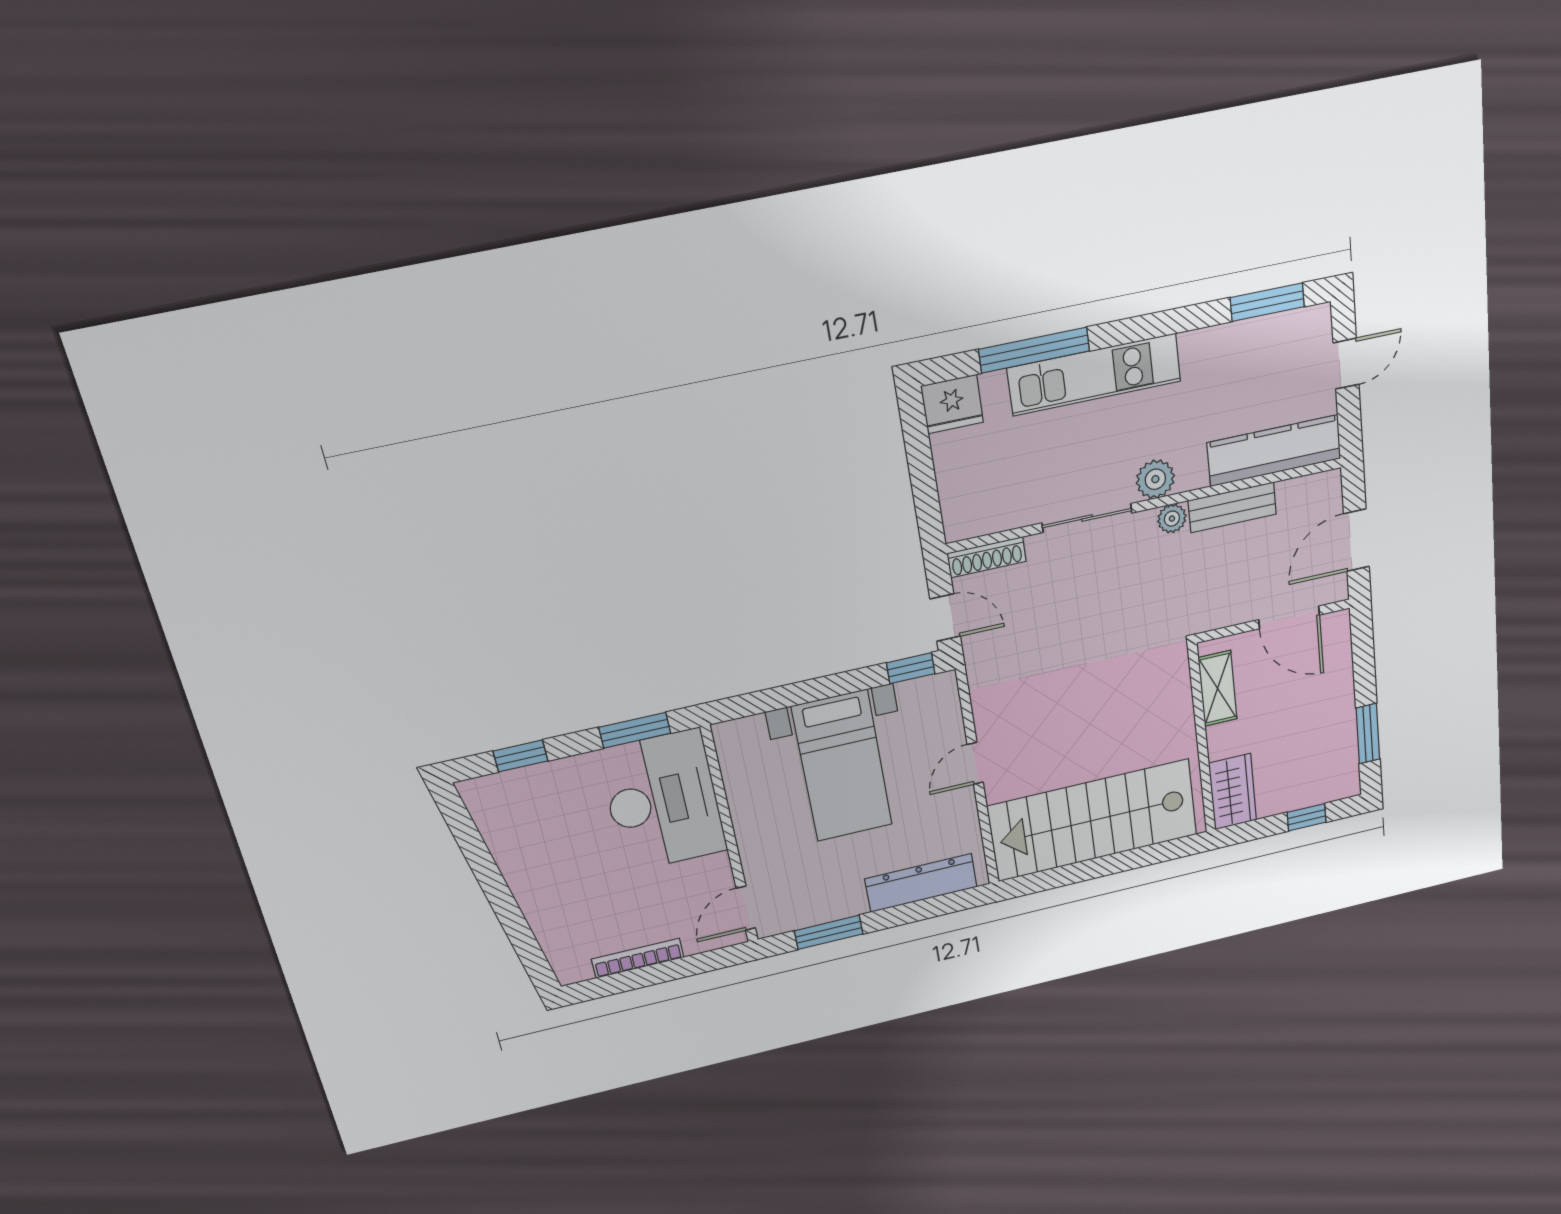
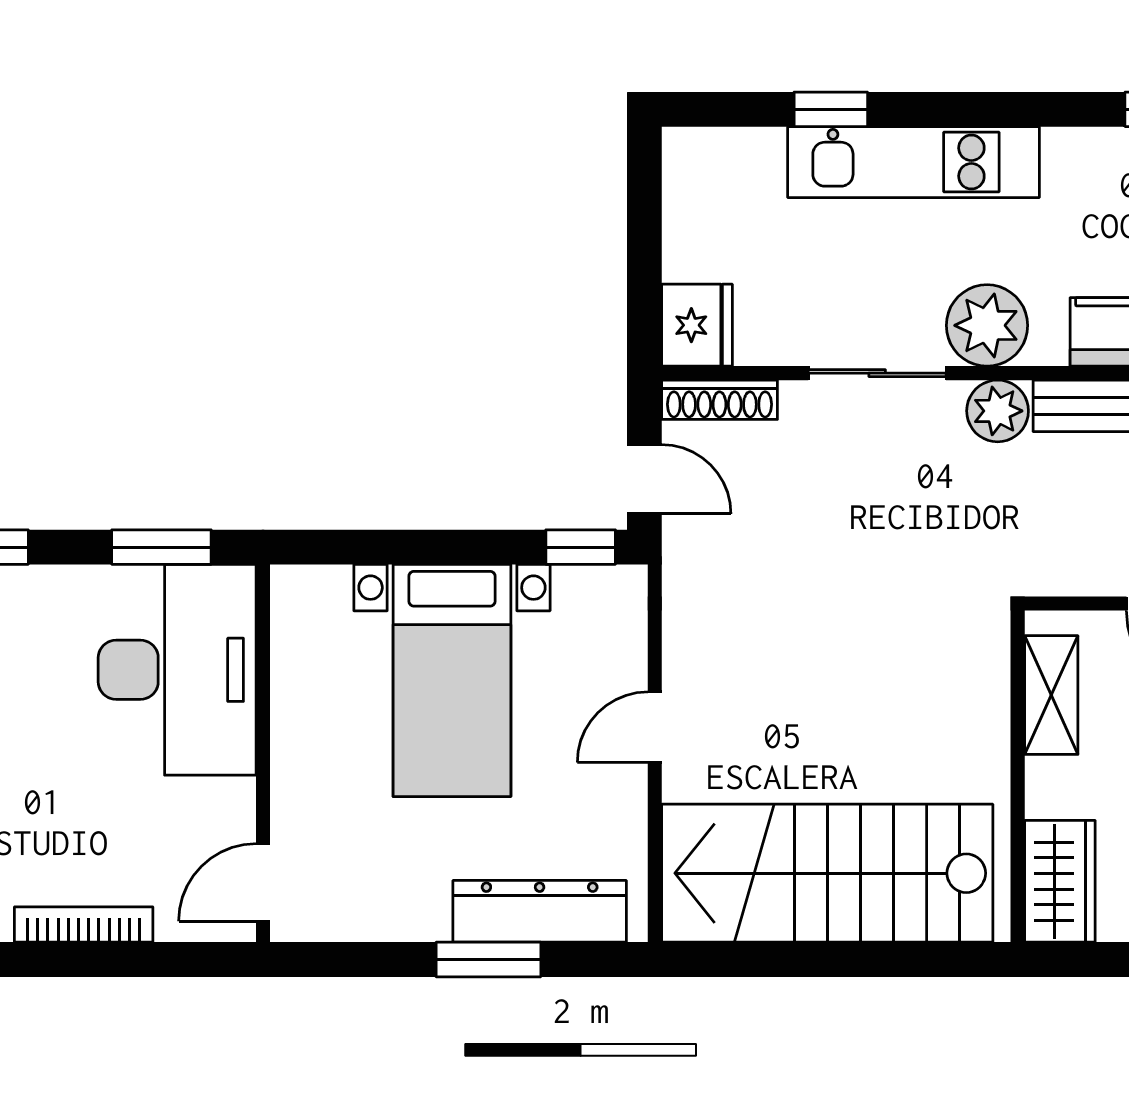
window: (1034, 350) -> (831, 109), width x0.46
fridge: (952, 404) -> (697, 325), moved, turned -90
plant: (1155, 479) -> (987, 325), width x1.36, depth x1.36
plant: (1172, 519) -> (998, 411), width x1.38, depth x1.38
window: (829, 932) -> (488, 959), moved

